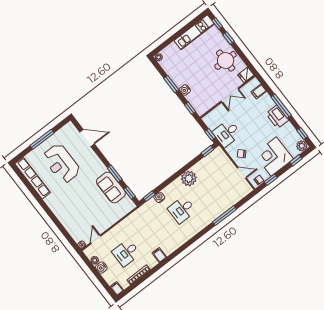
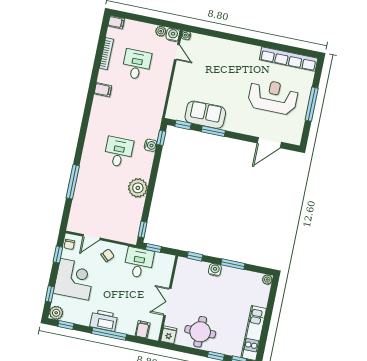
water cooler: (101, 268) -> (173, 35), moved

